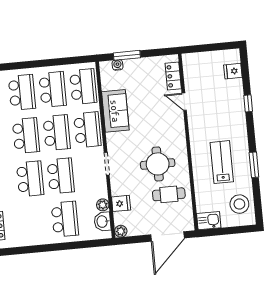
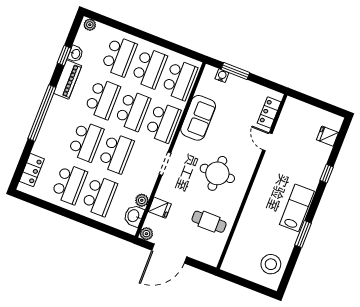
lab bench: (222, 162) -> (297, 208), moved
round table: (158, 164) -> (217, 173), moved
kitchen sink: (209, 221) -> (234, 265), removed
school desk: (34, 222) -> (69, 184), added
door: (167, 236) -> (169, 253), moved

